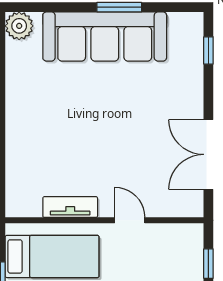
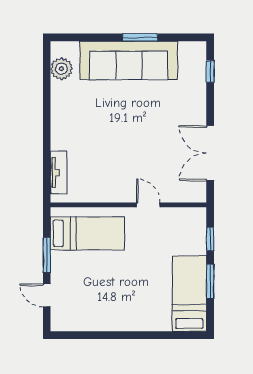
plant: (19, 26) -> (61, 69), moved
tv unit: (70, 207) -> (59, 172), moved, turned 90

